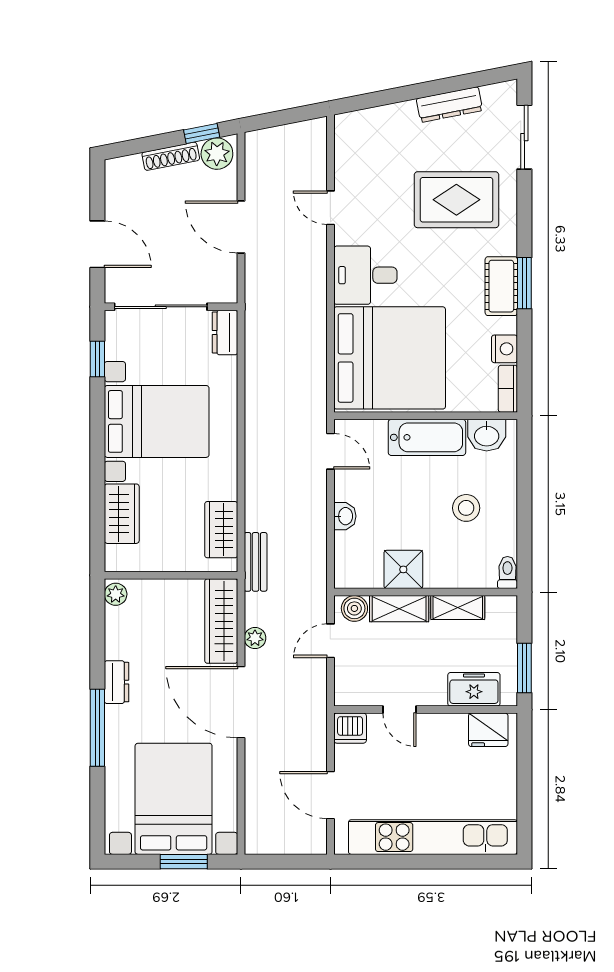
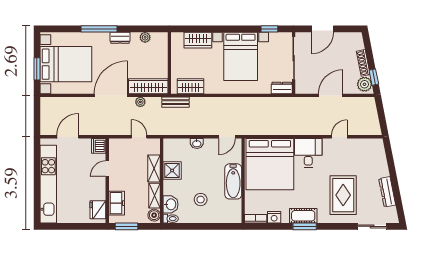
washbasin: (487, 435) -> (171, 204), moved, turned 180
plant: (116, 594) -> (145, 37), moved
boiler: (354, 608) -> (154, 215), moved

